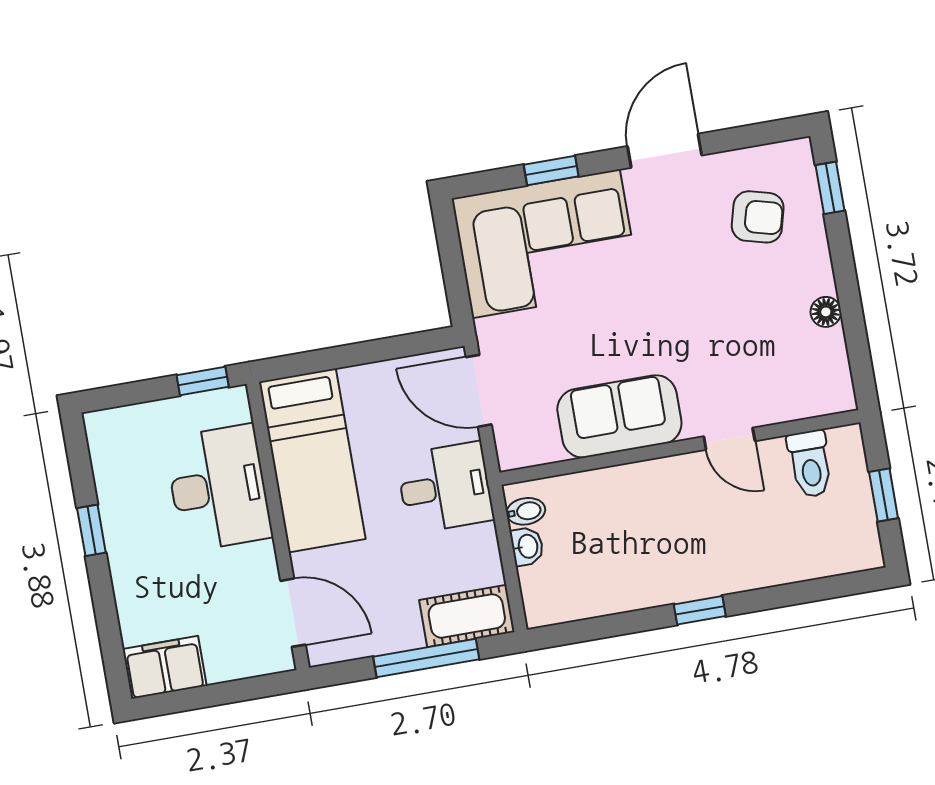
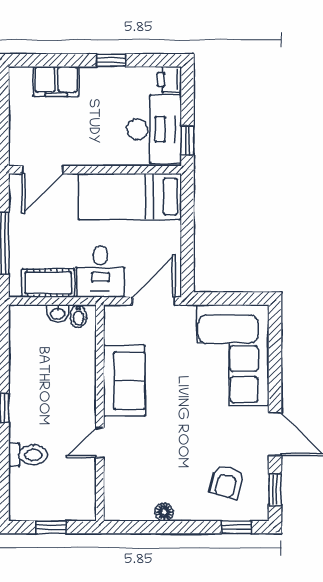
window: (551, 170) -> (275, 490), moved
printer: (107, 429) -> (169, 79), added
toilet: (810, 464) -> (28, 455), moved, turned 180
desk: (218, 488) -> (154, 129), moved, turned -90
cot: (467, 616) -> (48, 283), moved, turned 90
filing cabinet: (165, 667) -> (56, 81), moved, turned 90

